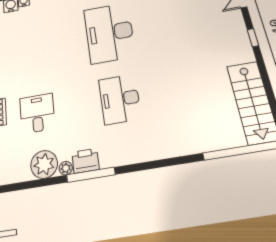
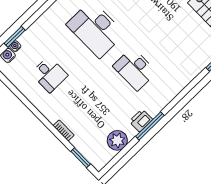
desk: (37, 113) -> (49, 74), moved, turned 180
plant: (66, 168) -> (132, 133), removed

